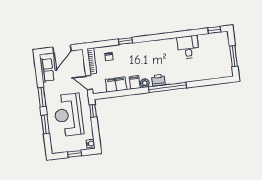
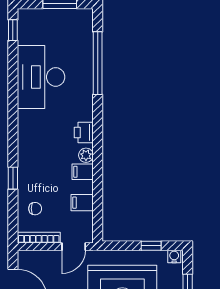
desk: (188, 47) -> (41, 77), width x1.87, depth x1.30
filing cabinet: (116, 84) -> (82, 203), width x0.50
window: (168, 87) -> (98, 63), moved
window: (93, 111) -> (151, 246), moved

